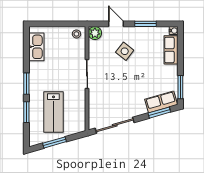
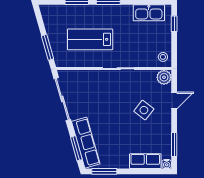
window: (46, 24) -> (174, 24), added
window: (145, 24) -> (174, 145), moved
row of seats: (161, 102) -> (86, 143), width x1.48
lab bench: (53, 112) -> (90, 39), moved
window: (55, 142) -> (48, 47), moved

